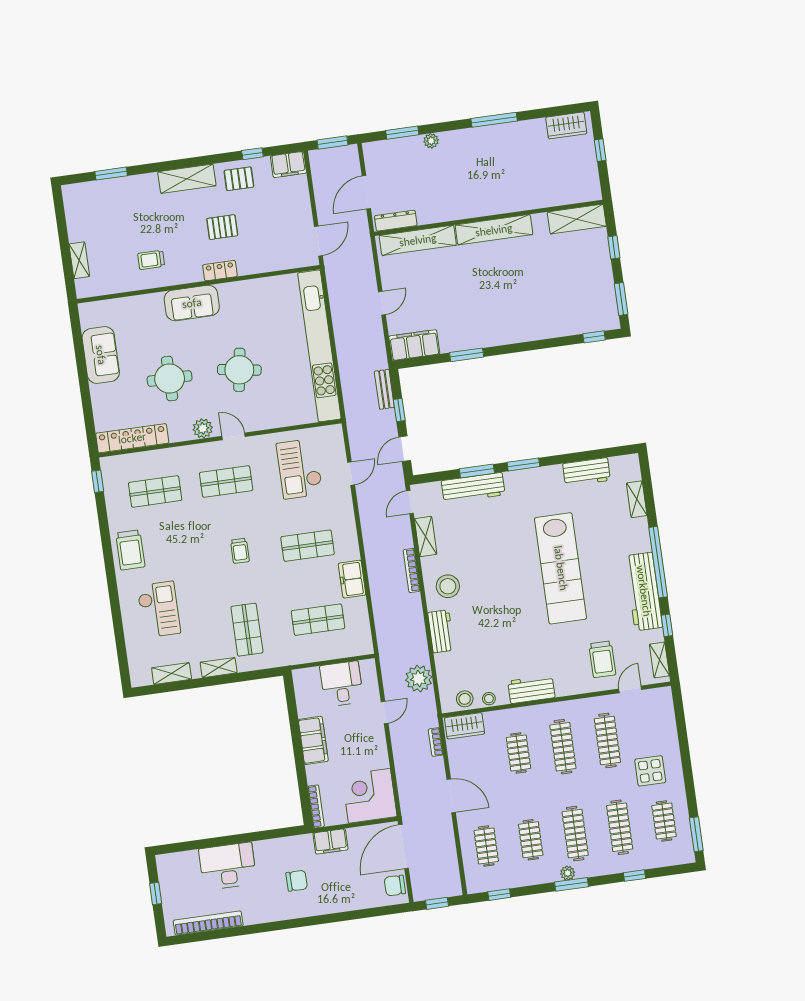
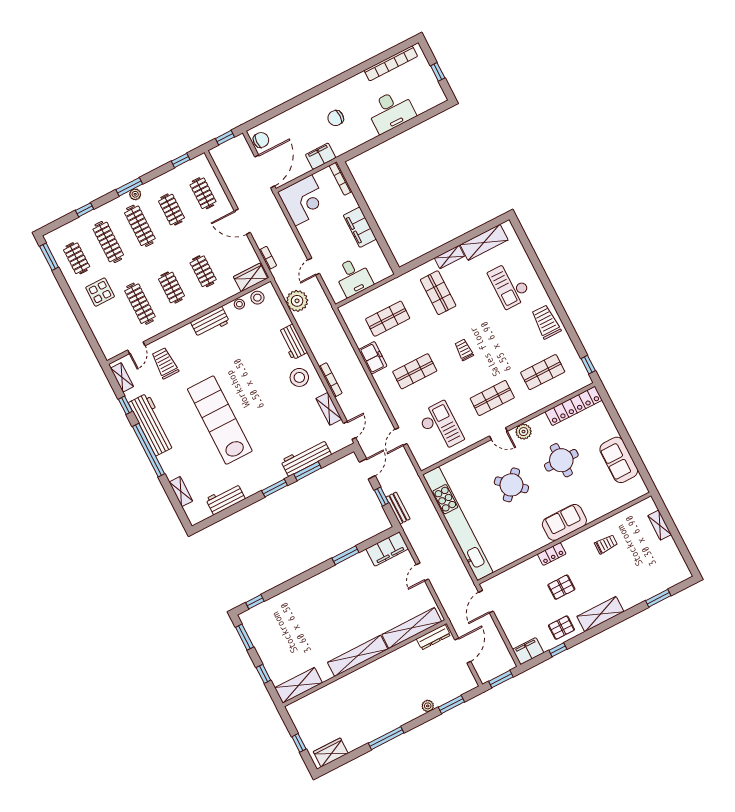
round table: (239, 370) -> (511, 485), turned 34
shelving: (172, 674) -> (484, 242), width x1.50, depth x1.33
clothes rail: (563, 747) -> (172, 287), width x0.73

